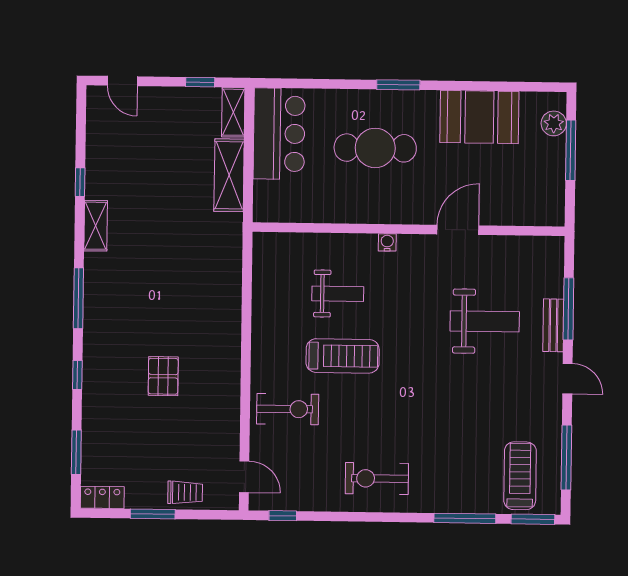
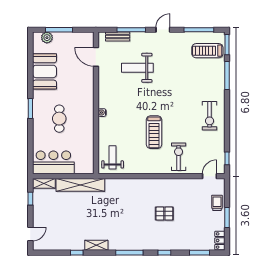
cafe table: (375, 148) -> (59, 119), width x0.73, depth x0.74
shelving: (229, 175) -> (80, 185), width x1.47
door: (458, 230) -> (96, 57), moved
weight bench: (338, 294) -> (113, 157), moved
weight bench: (485, 321) -> (137, 68), turned -90
bench: (553, 325) -> (118, 36), moved
treadmill: (343, 356) -> (154, 132), turned 180

